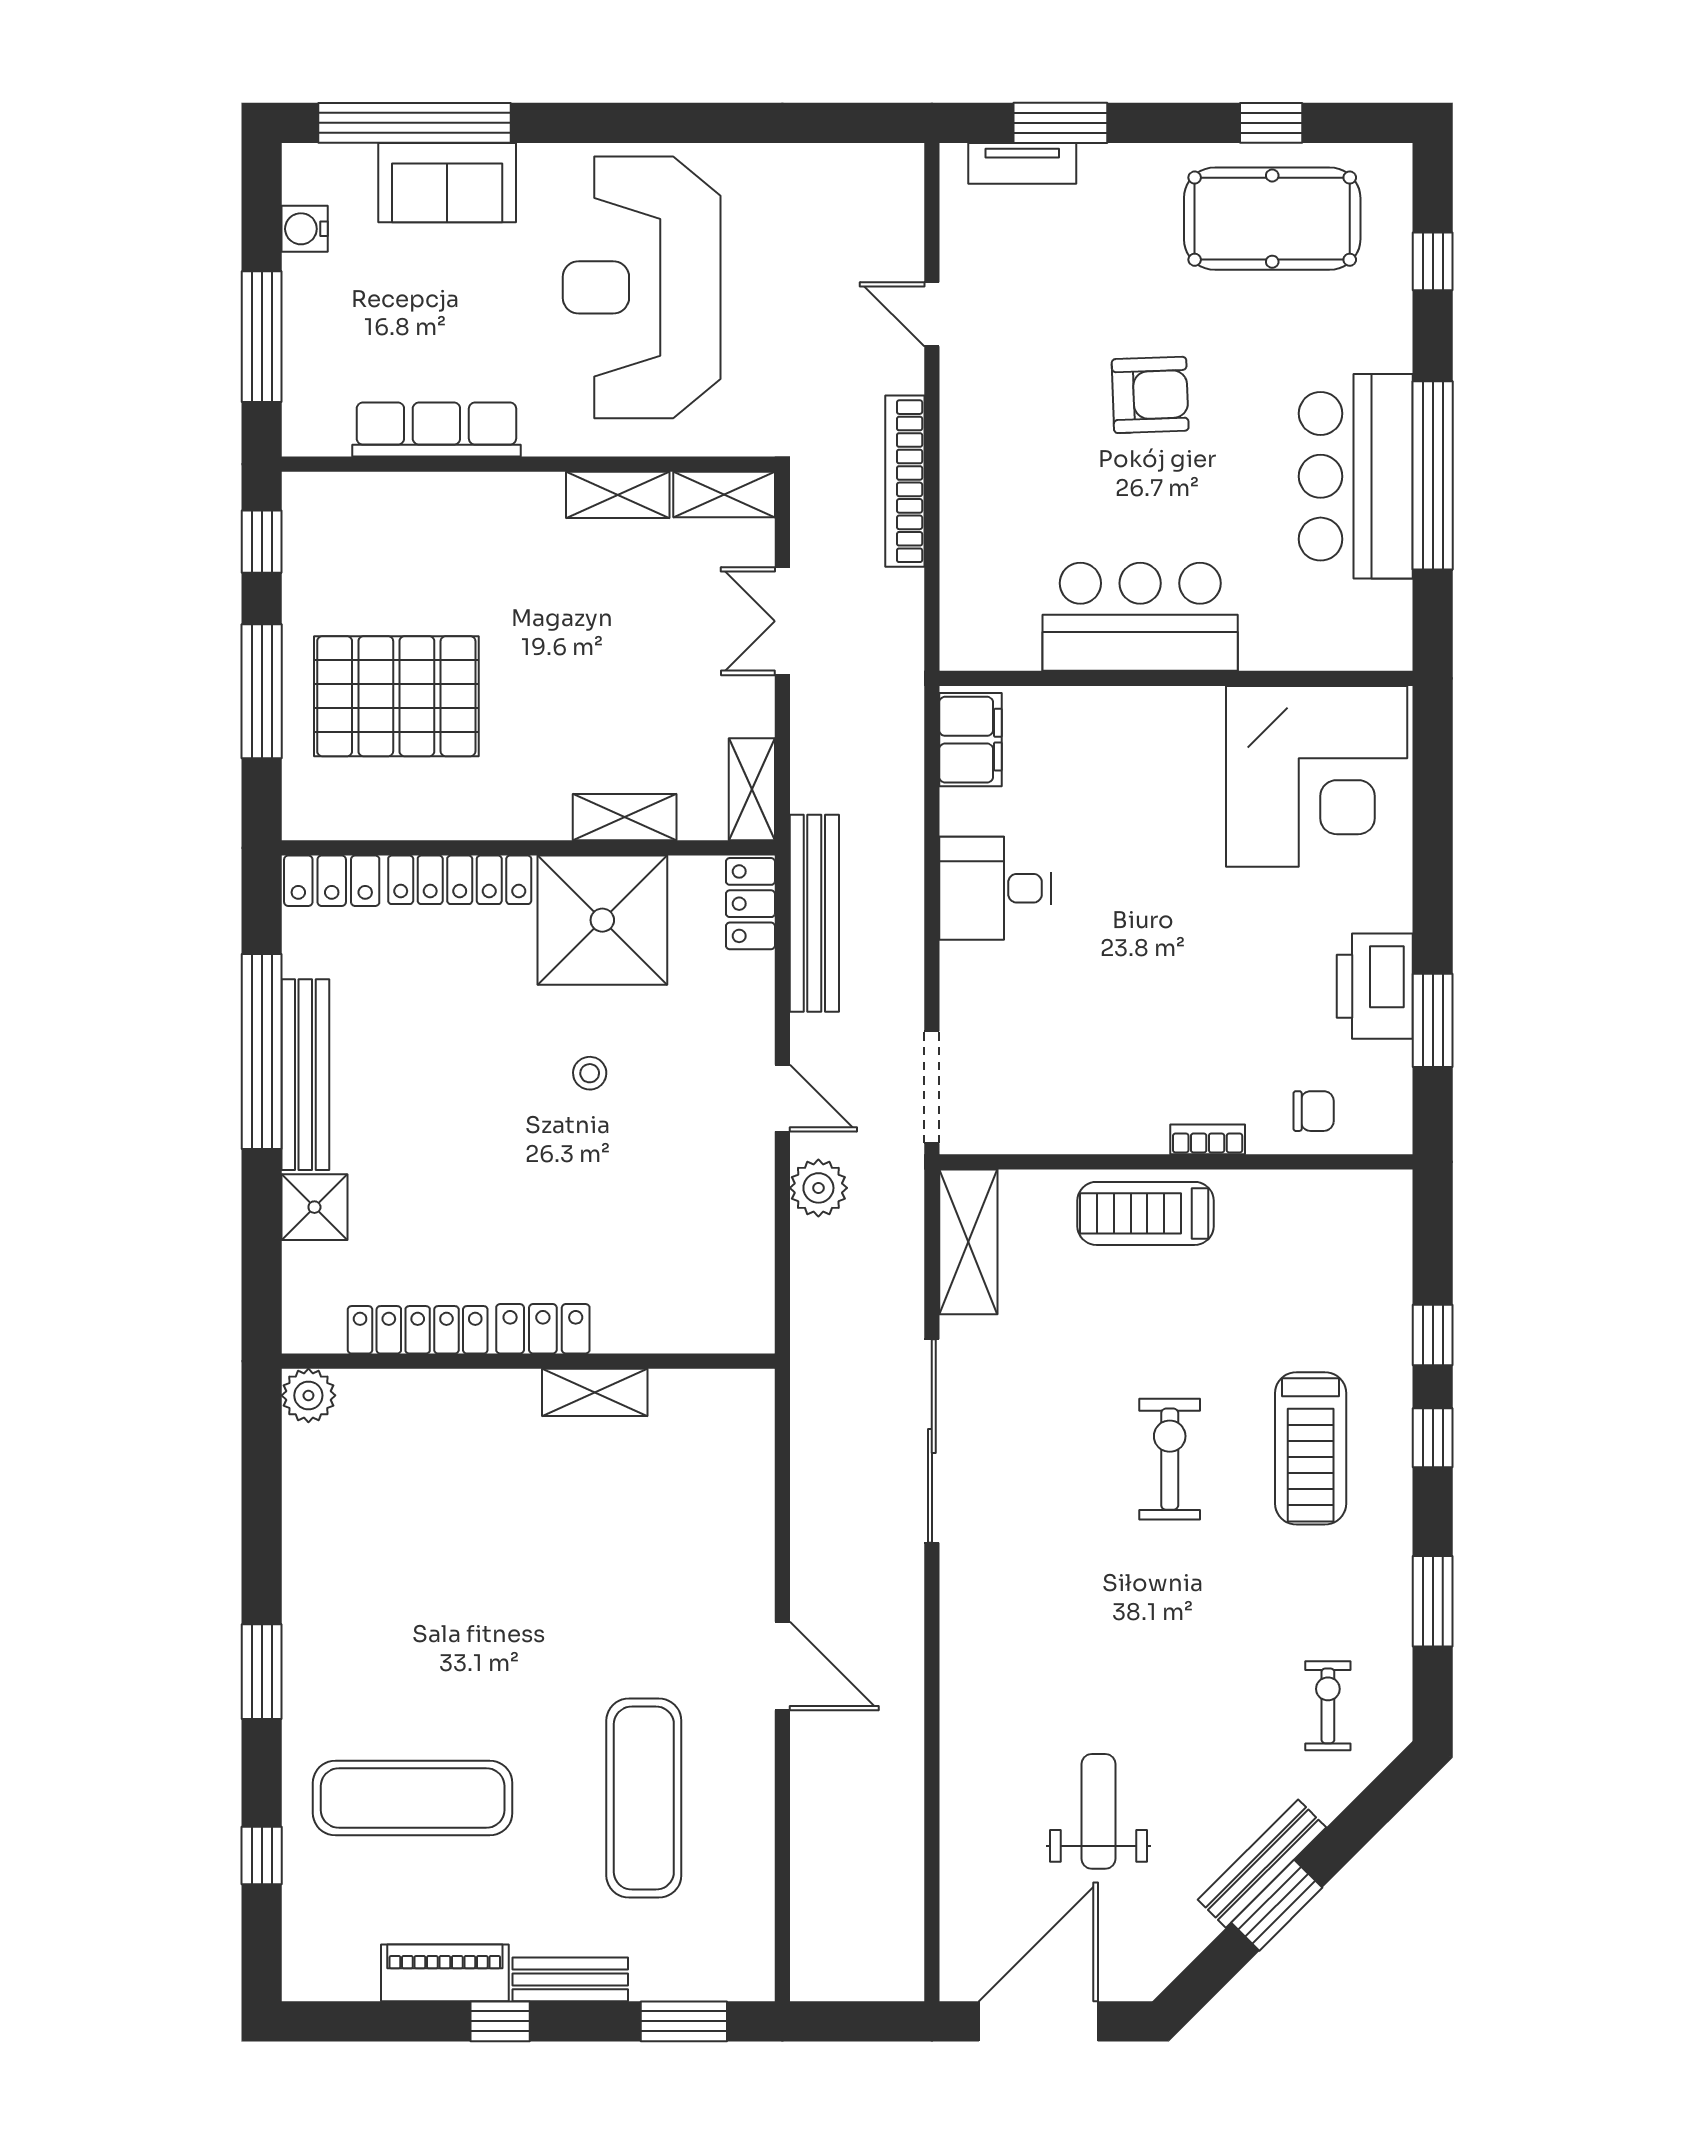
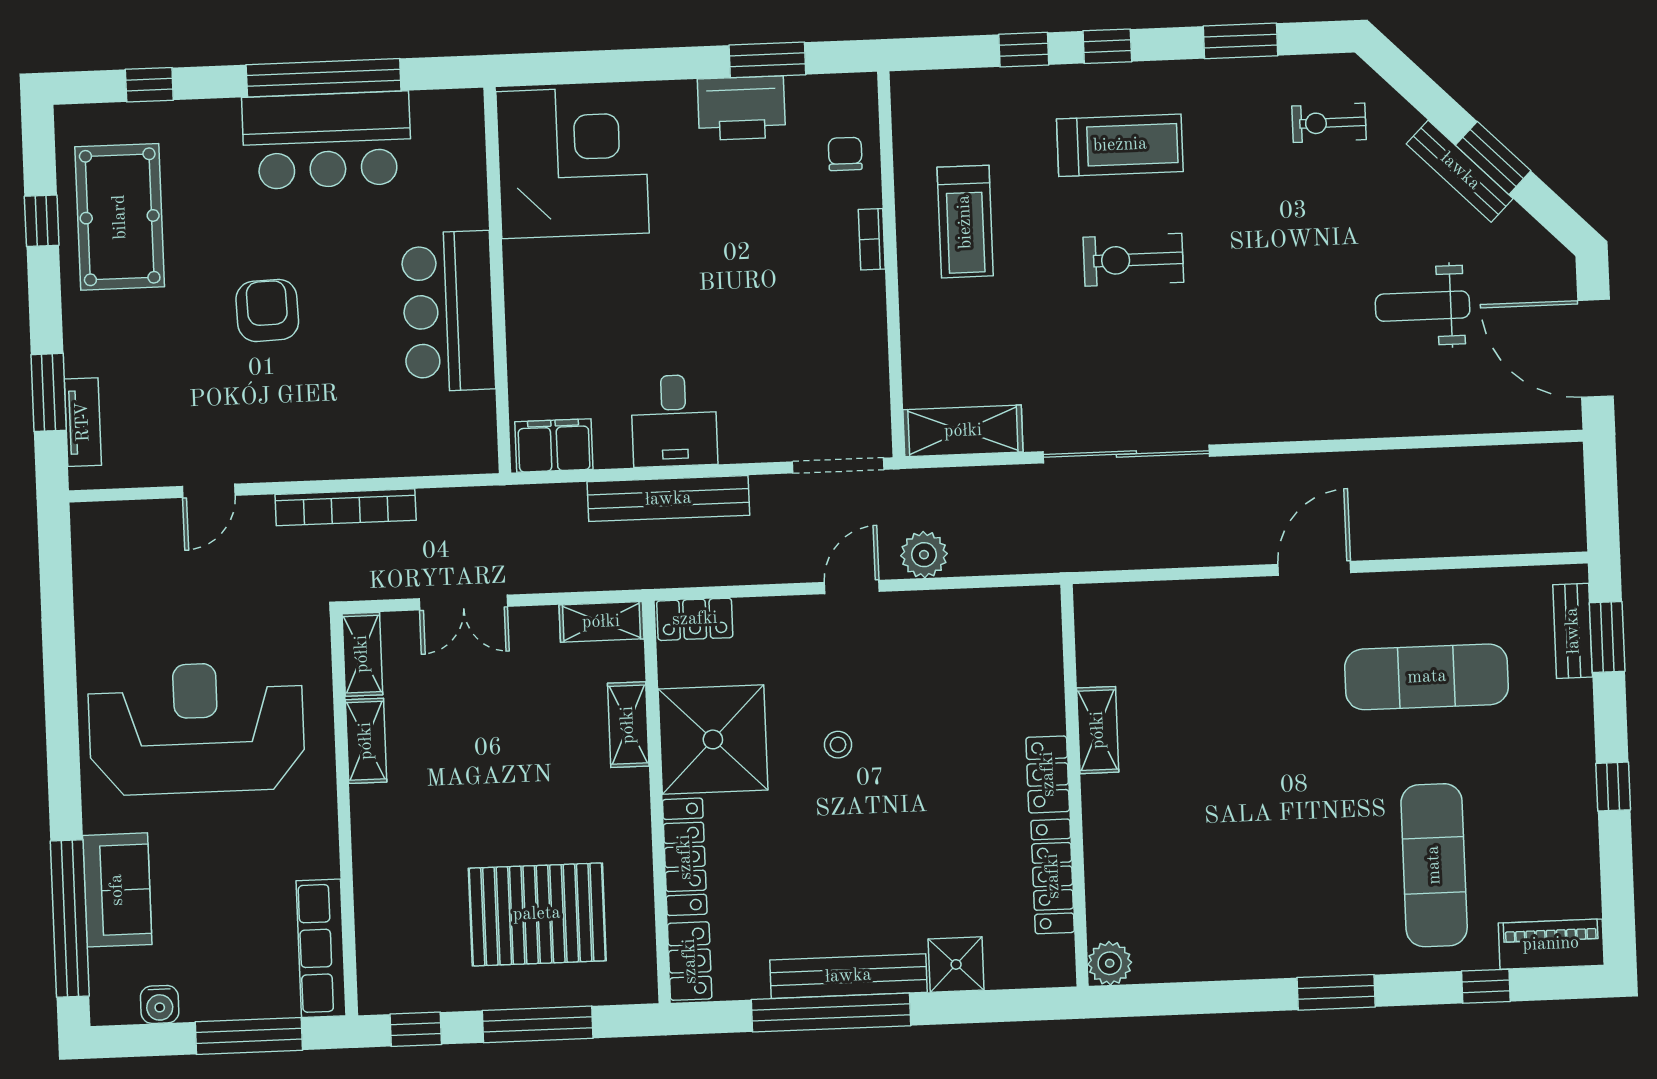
reception desk: (642, 287) -> (196, 728), turned 180
row of seats: (436, 430) -> (321, 948), moved
pallet: (396, 696) -> (537, 914), turned 90
bench: (814, 913) -> (668, 499), moved
treadmill: (1146, 1213) -> (965, 222), moved
piano: (445, 1973) -> (1551, 944), moved, turned 90
bench: (570, 1979) -> (1573, 631), moved

